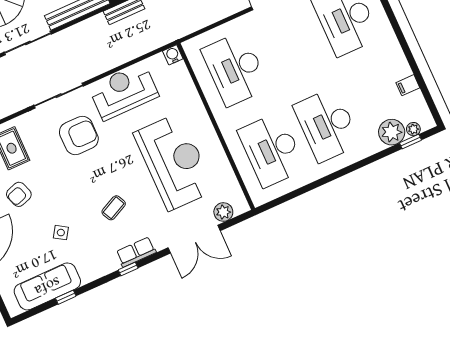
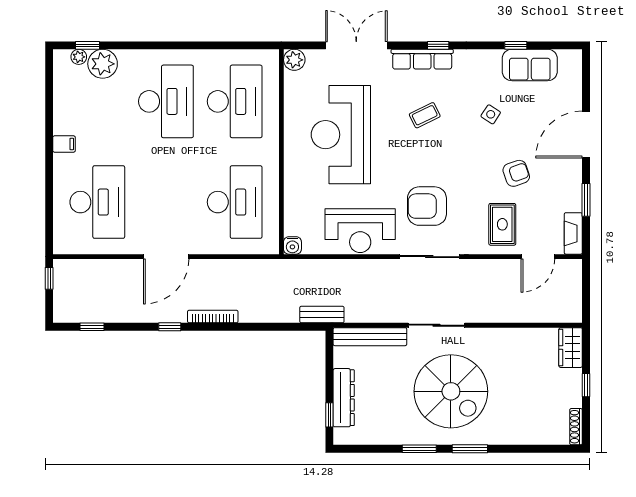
filing cabinet: (408, 85) -> (64, 144), moved
plant: (223, 212) -> (294, 60), moved
row of seats: (136, 252) -> (422, 59), width x1.48
sofa: (47, 286) -> (530, 65), width x0.73

